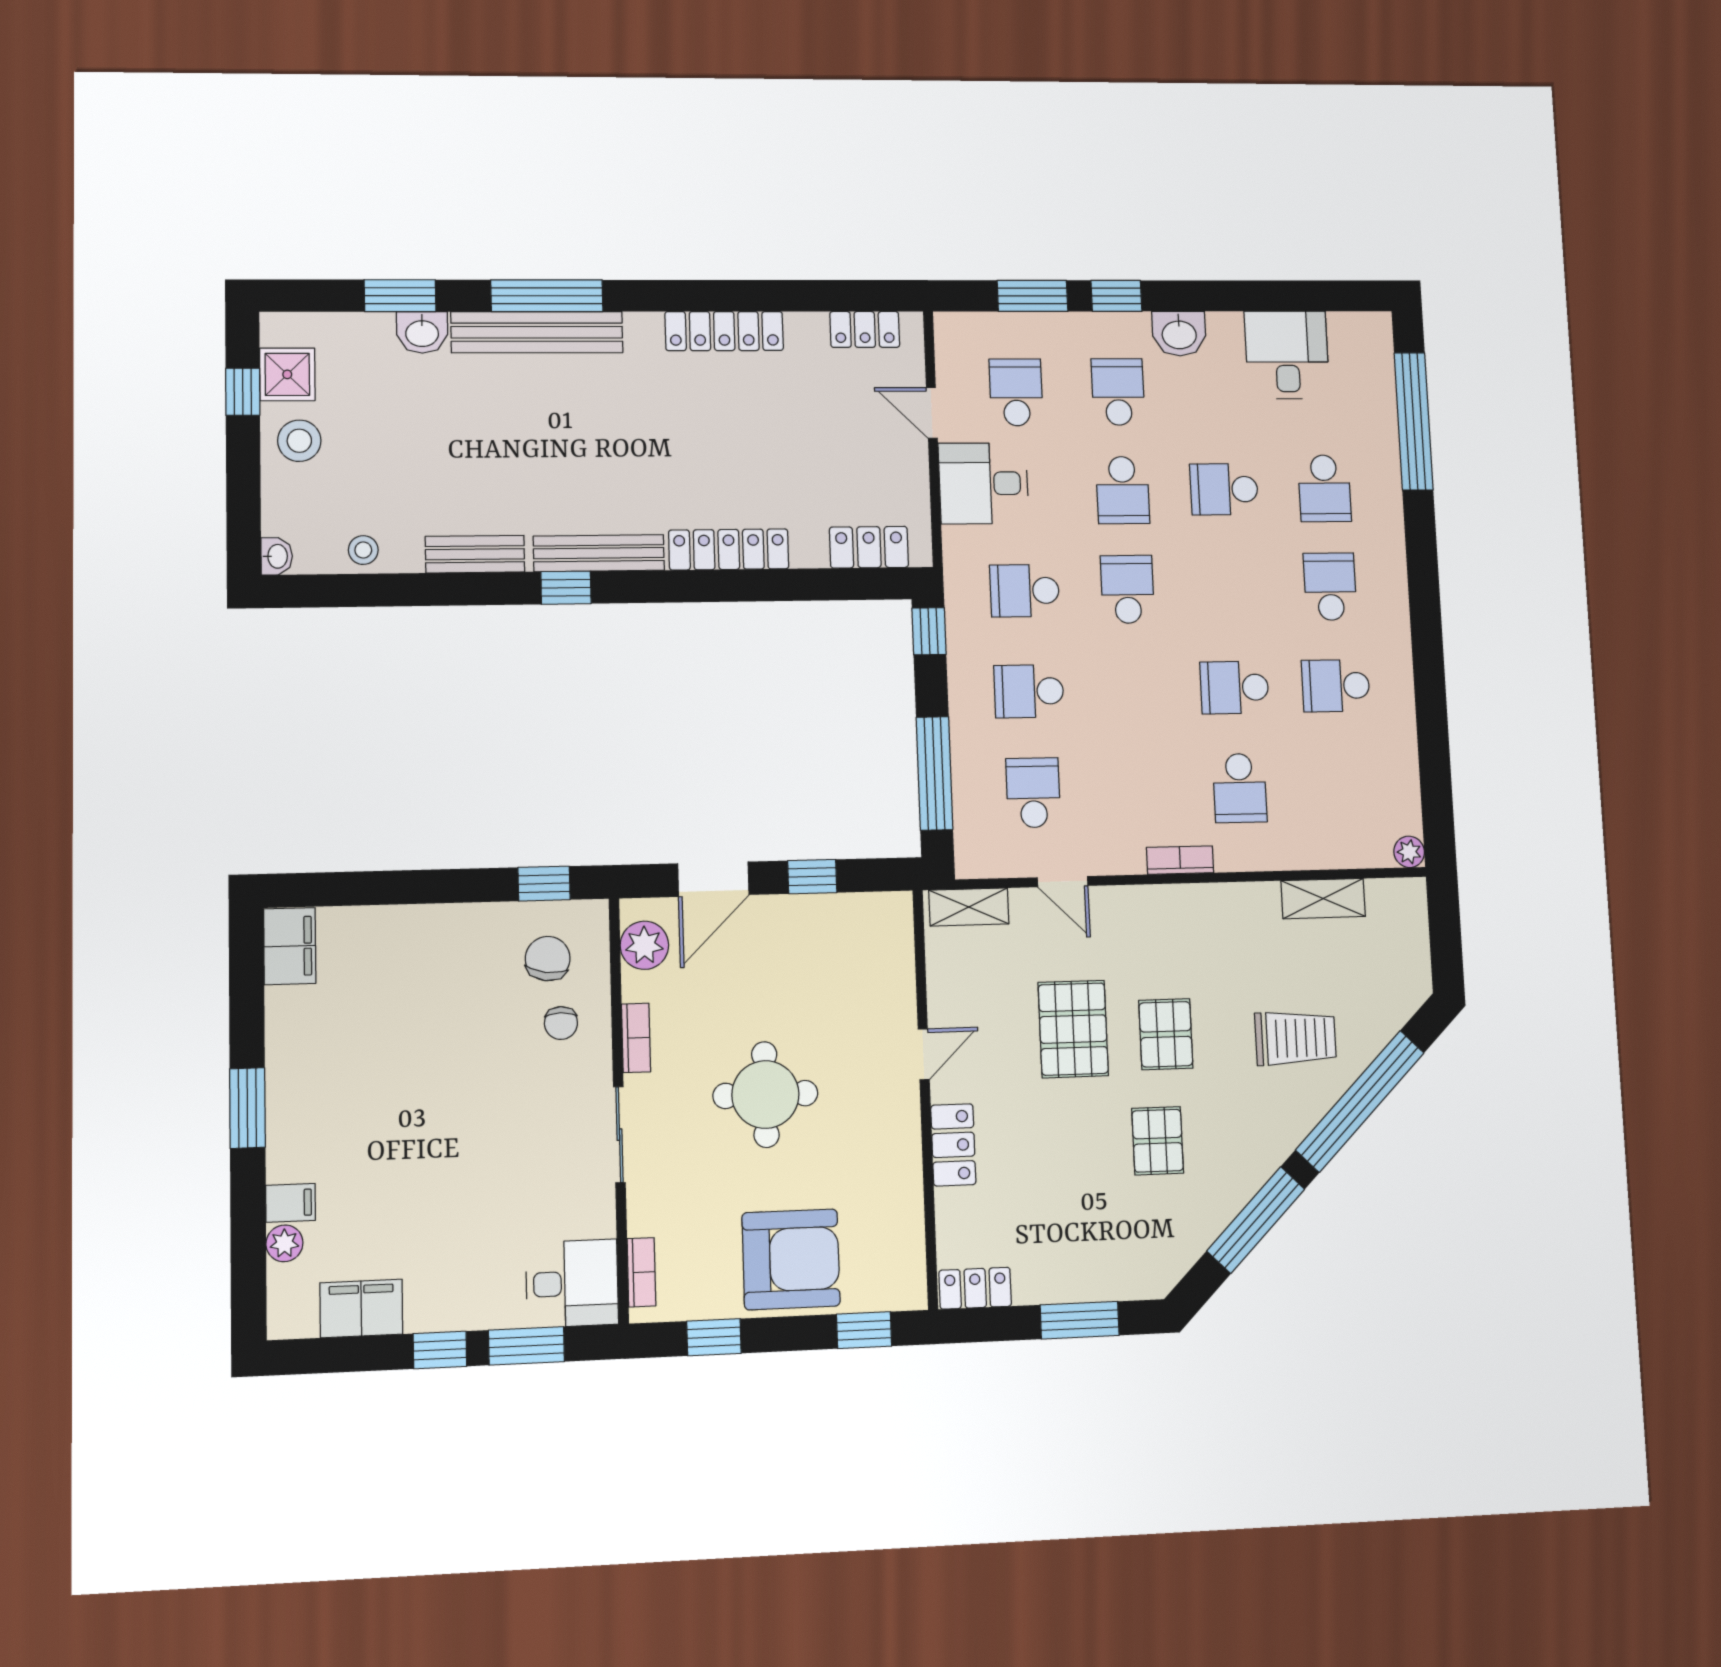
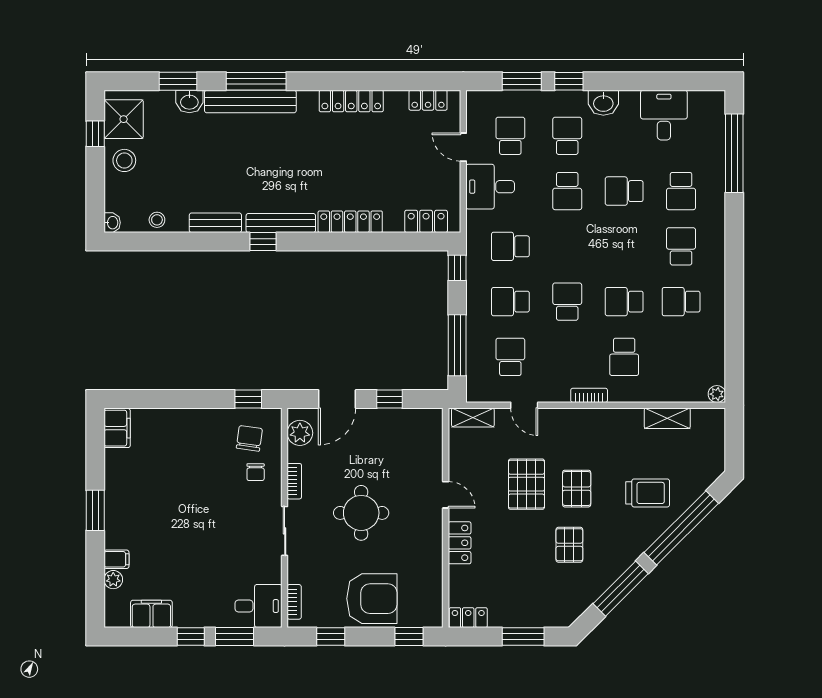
shower: (287, 374) -> (124, 119), width x1.36, depth x1.36
school desk: (1127, 589) -> (567, 302), moved
door: (924, 1054) -> (446, 495), hinge flipped

